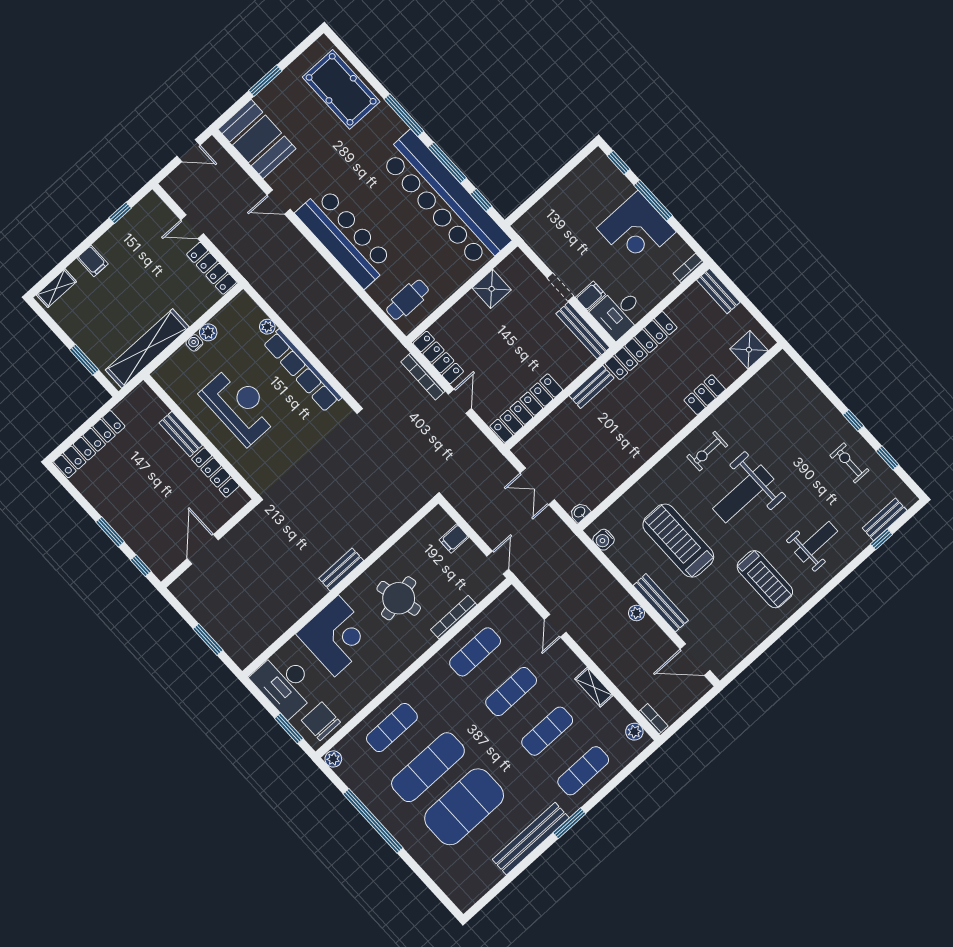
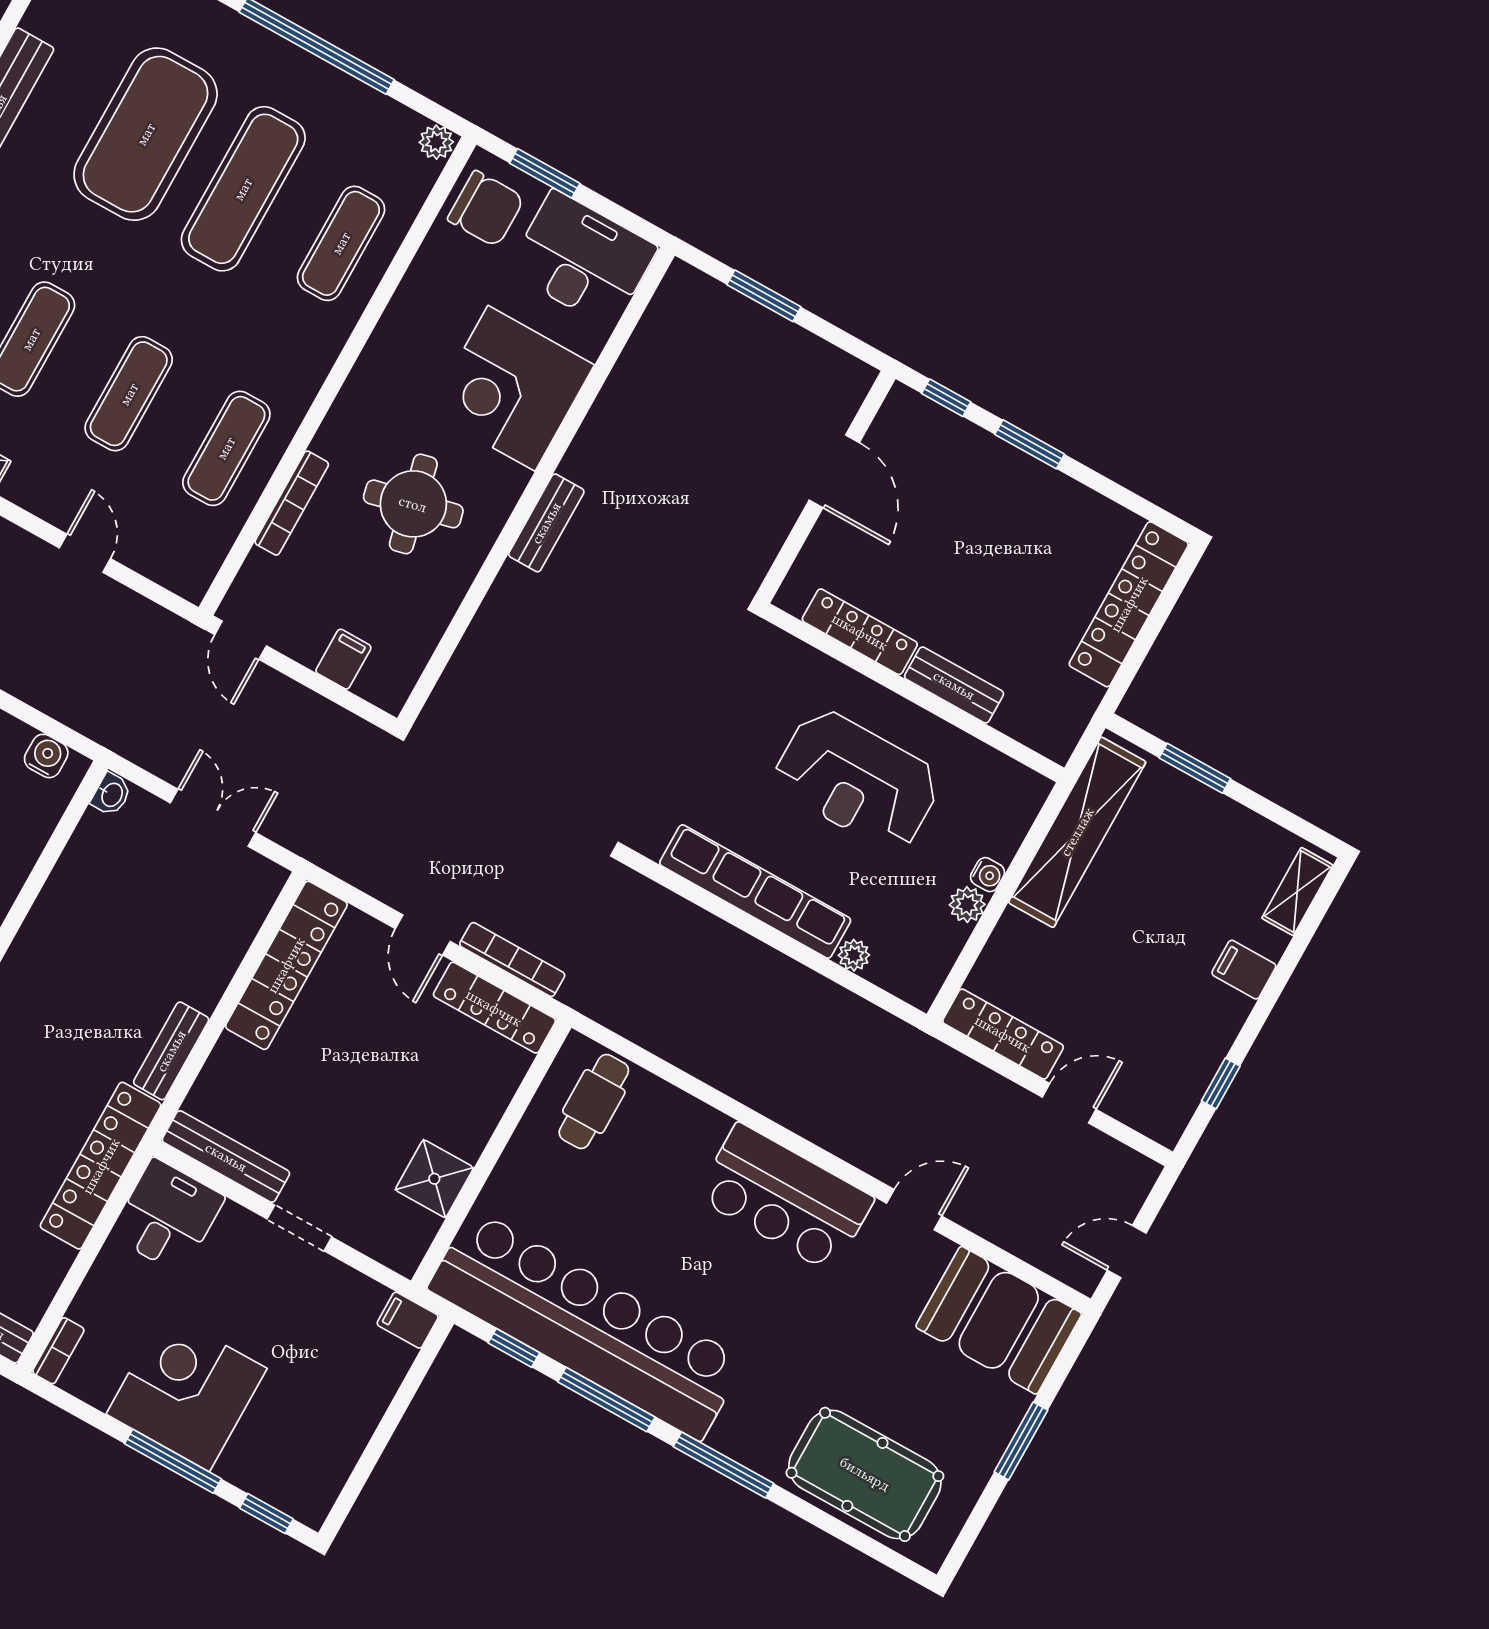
bar counter: (345, 237) -> (785, 1198), width x0.73
filing cabinet: (590, 296) -> (408, 1320), moved, turned 90

